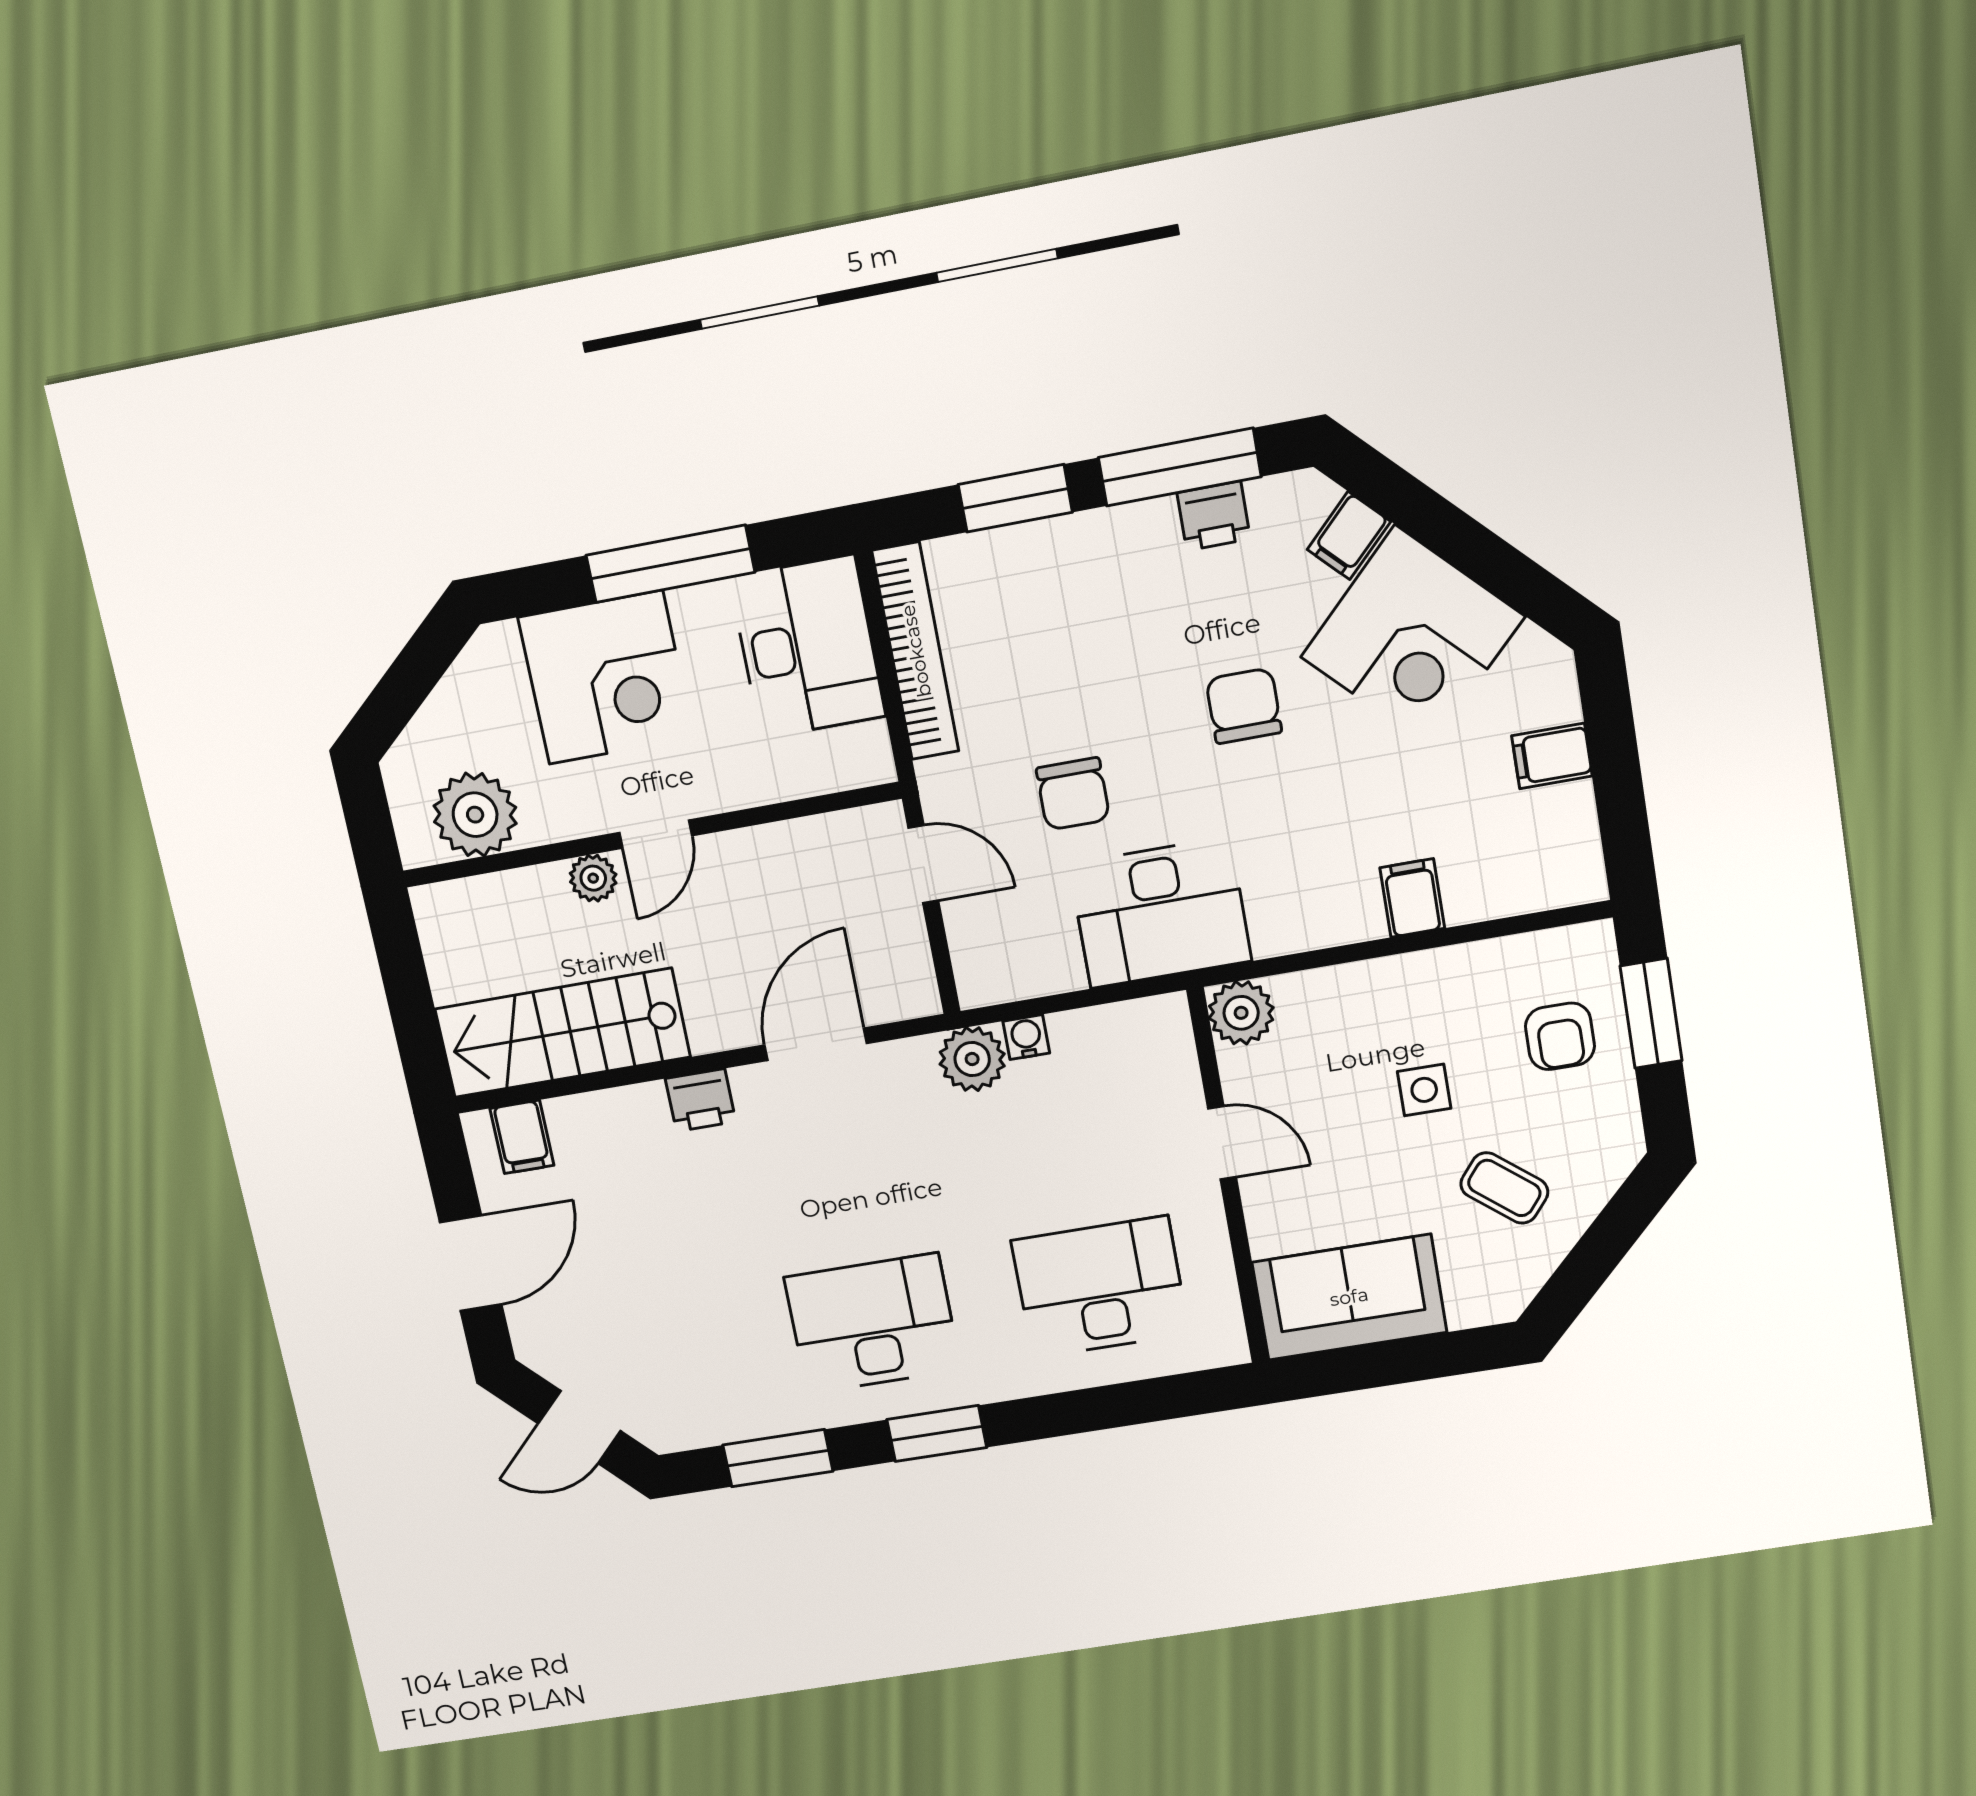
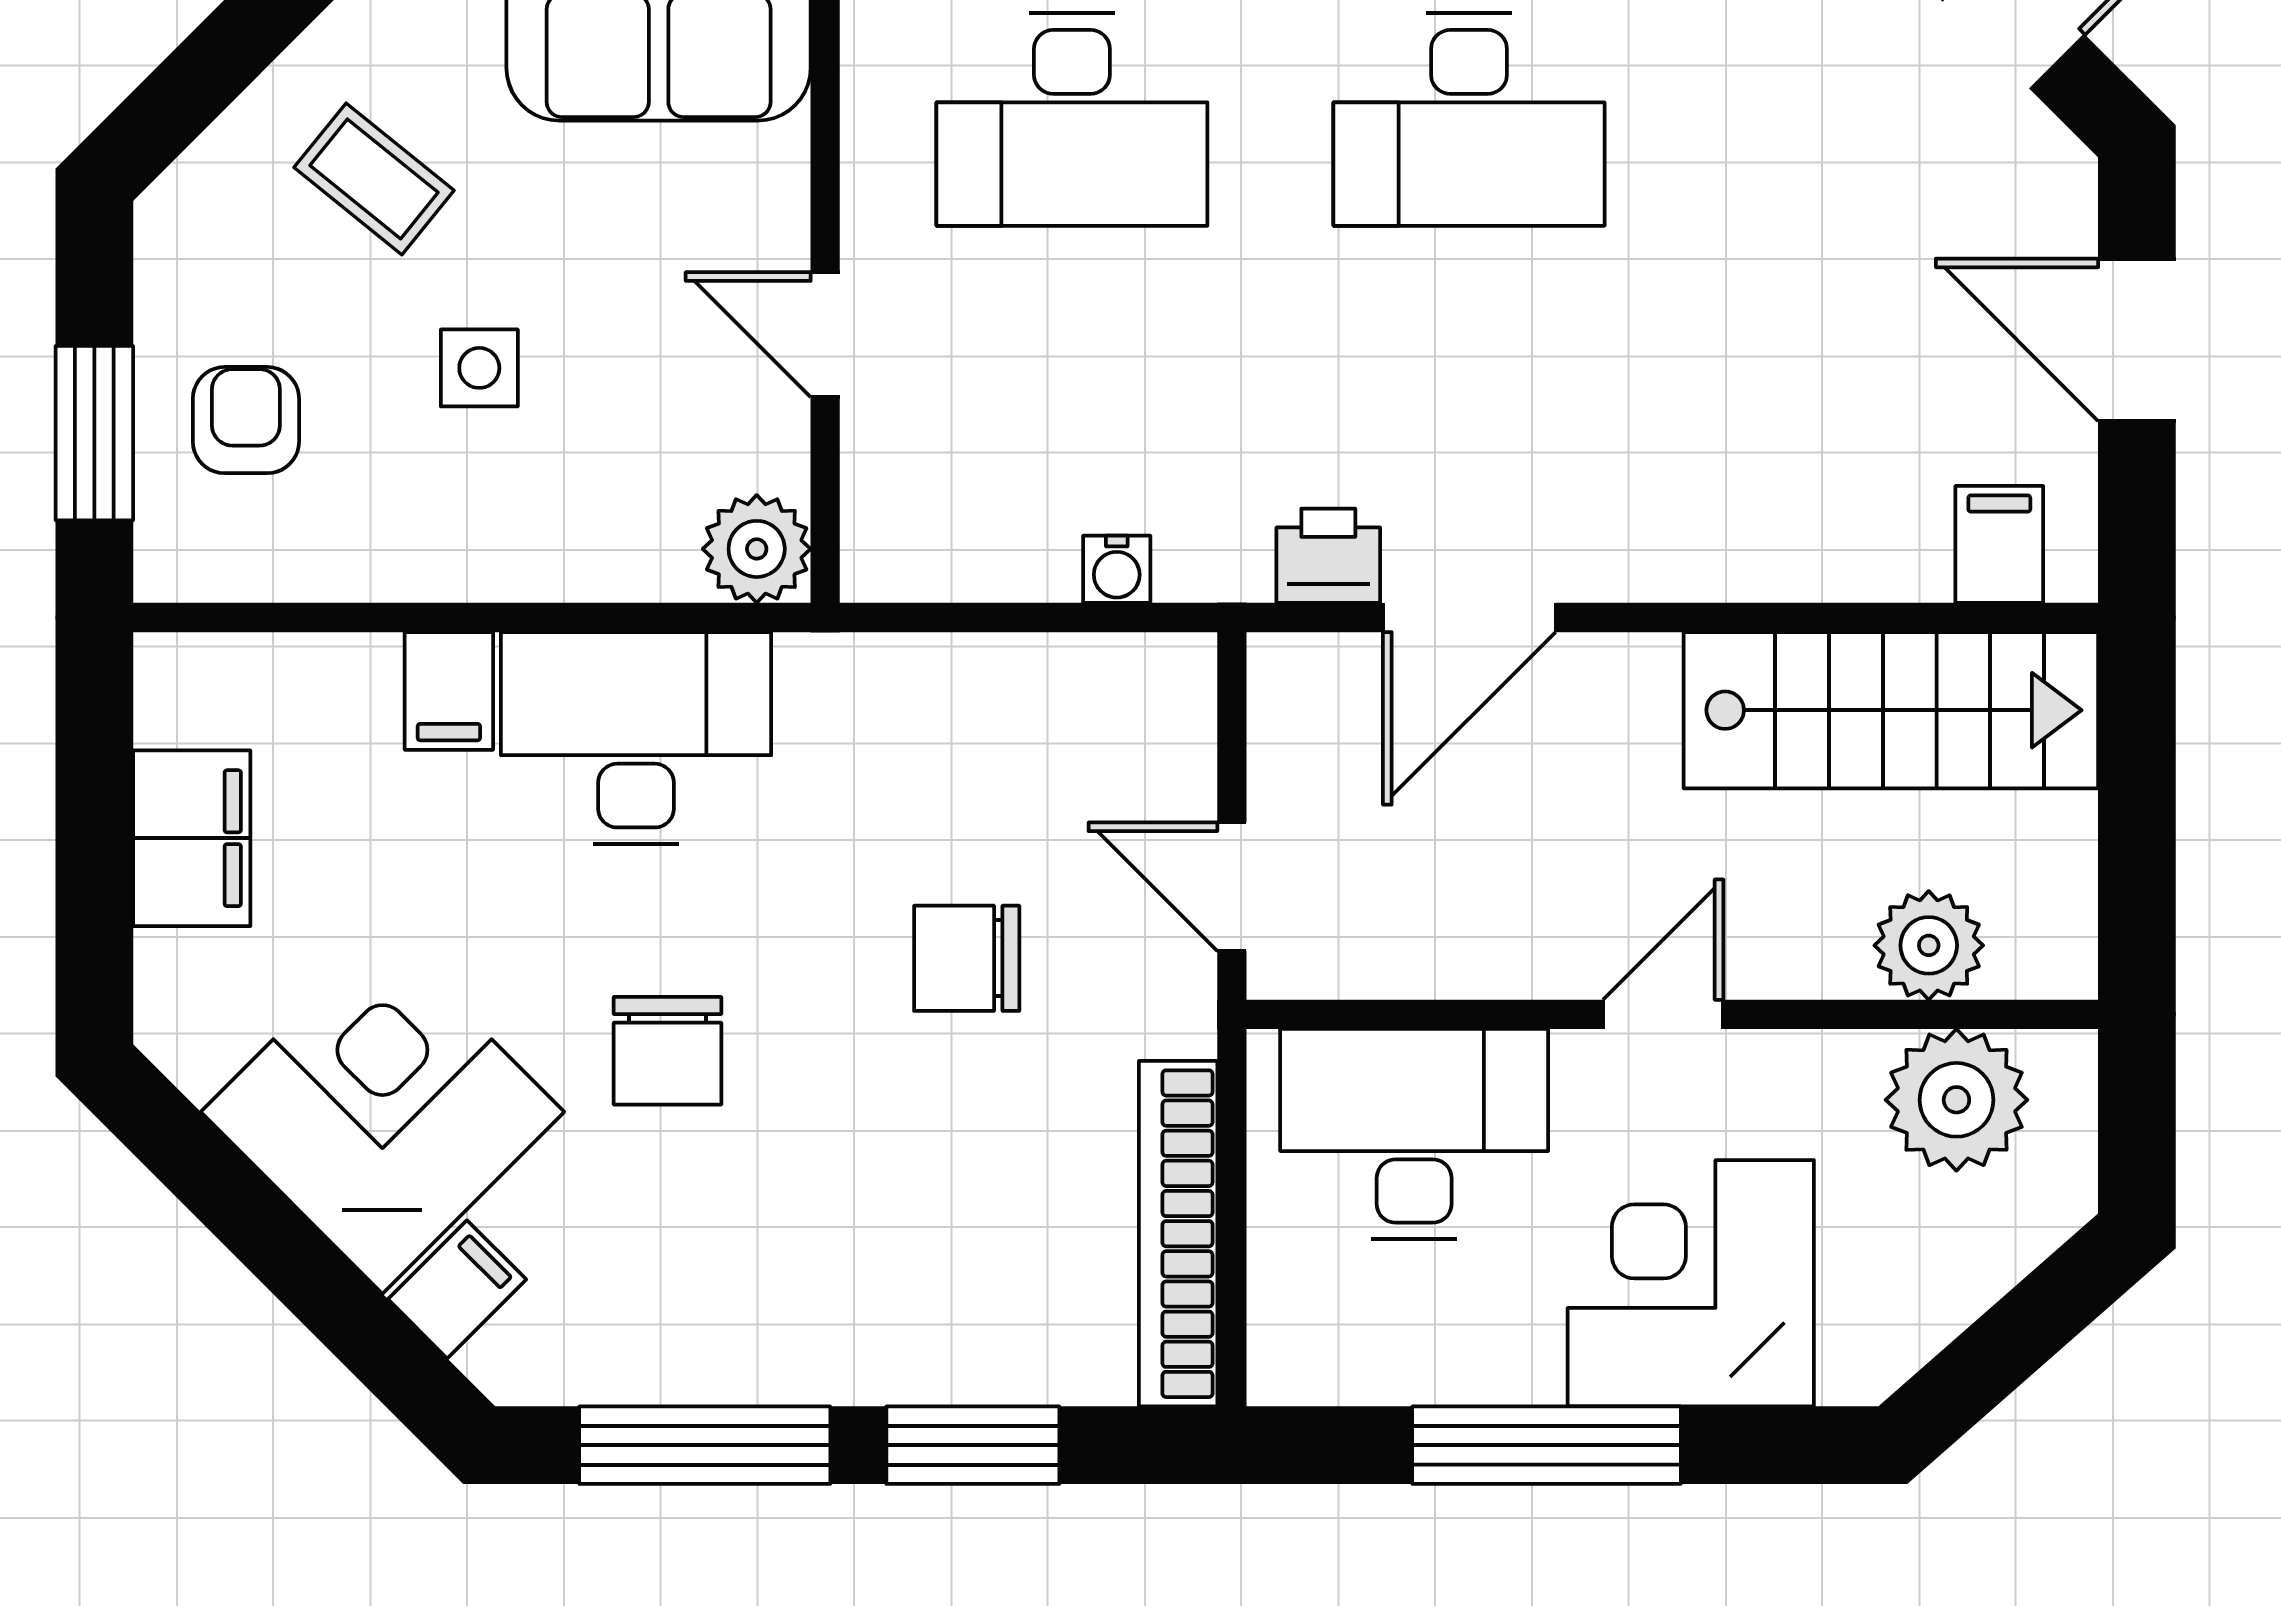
printer: (1214, 516) -> (664, 1359), removed
desk: (807, 647) -> (1414, 1134), moved, turned 90
filing cabinet: (1552, 756) -> (192, 838), width x2.00
chair: (1073, 794) -> (967, 958), turned -90
plant: (593, 878) -> (1929, 945), moved, width x1.38, depth x1.38
desk: (1160, 913) -> (636, 738), moved
plant: (972, 1059) -> (1213, 548), removed
printer: (700, 1100) -> (1328, 556), moved
door: (471, 1263) -> (2137, 340), hinge flipped

